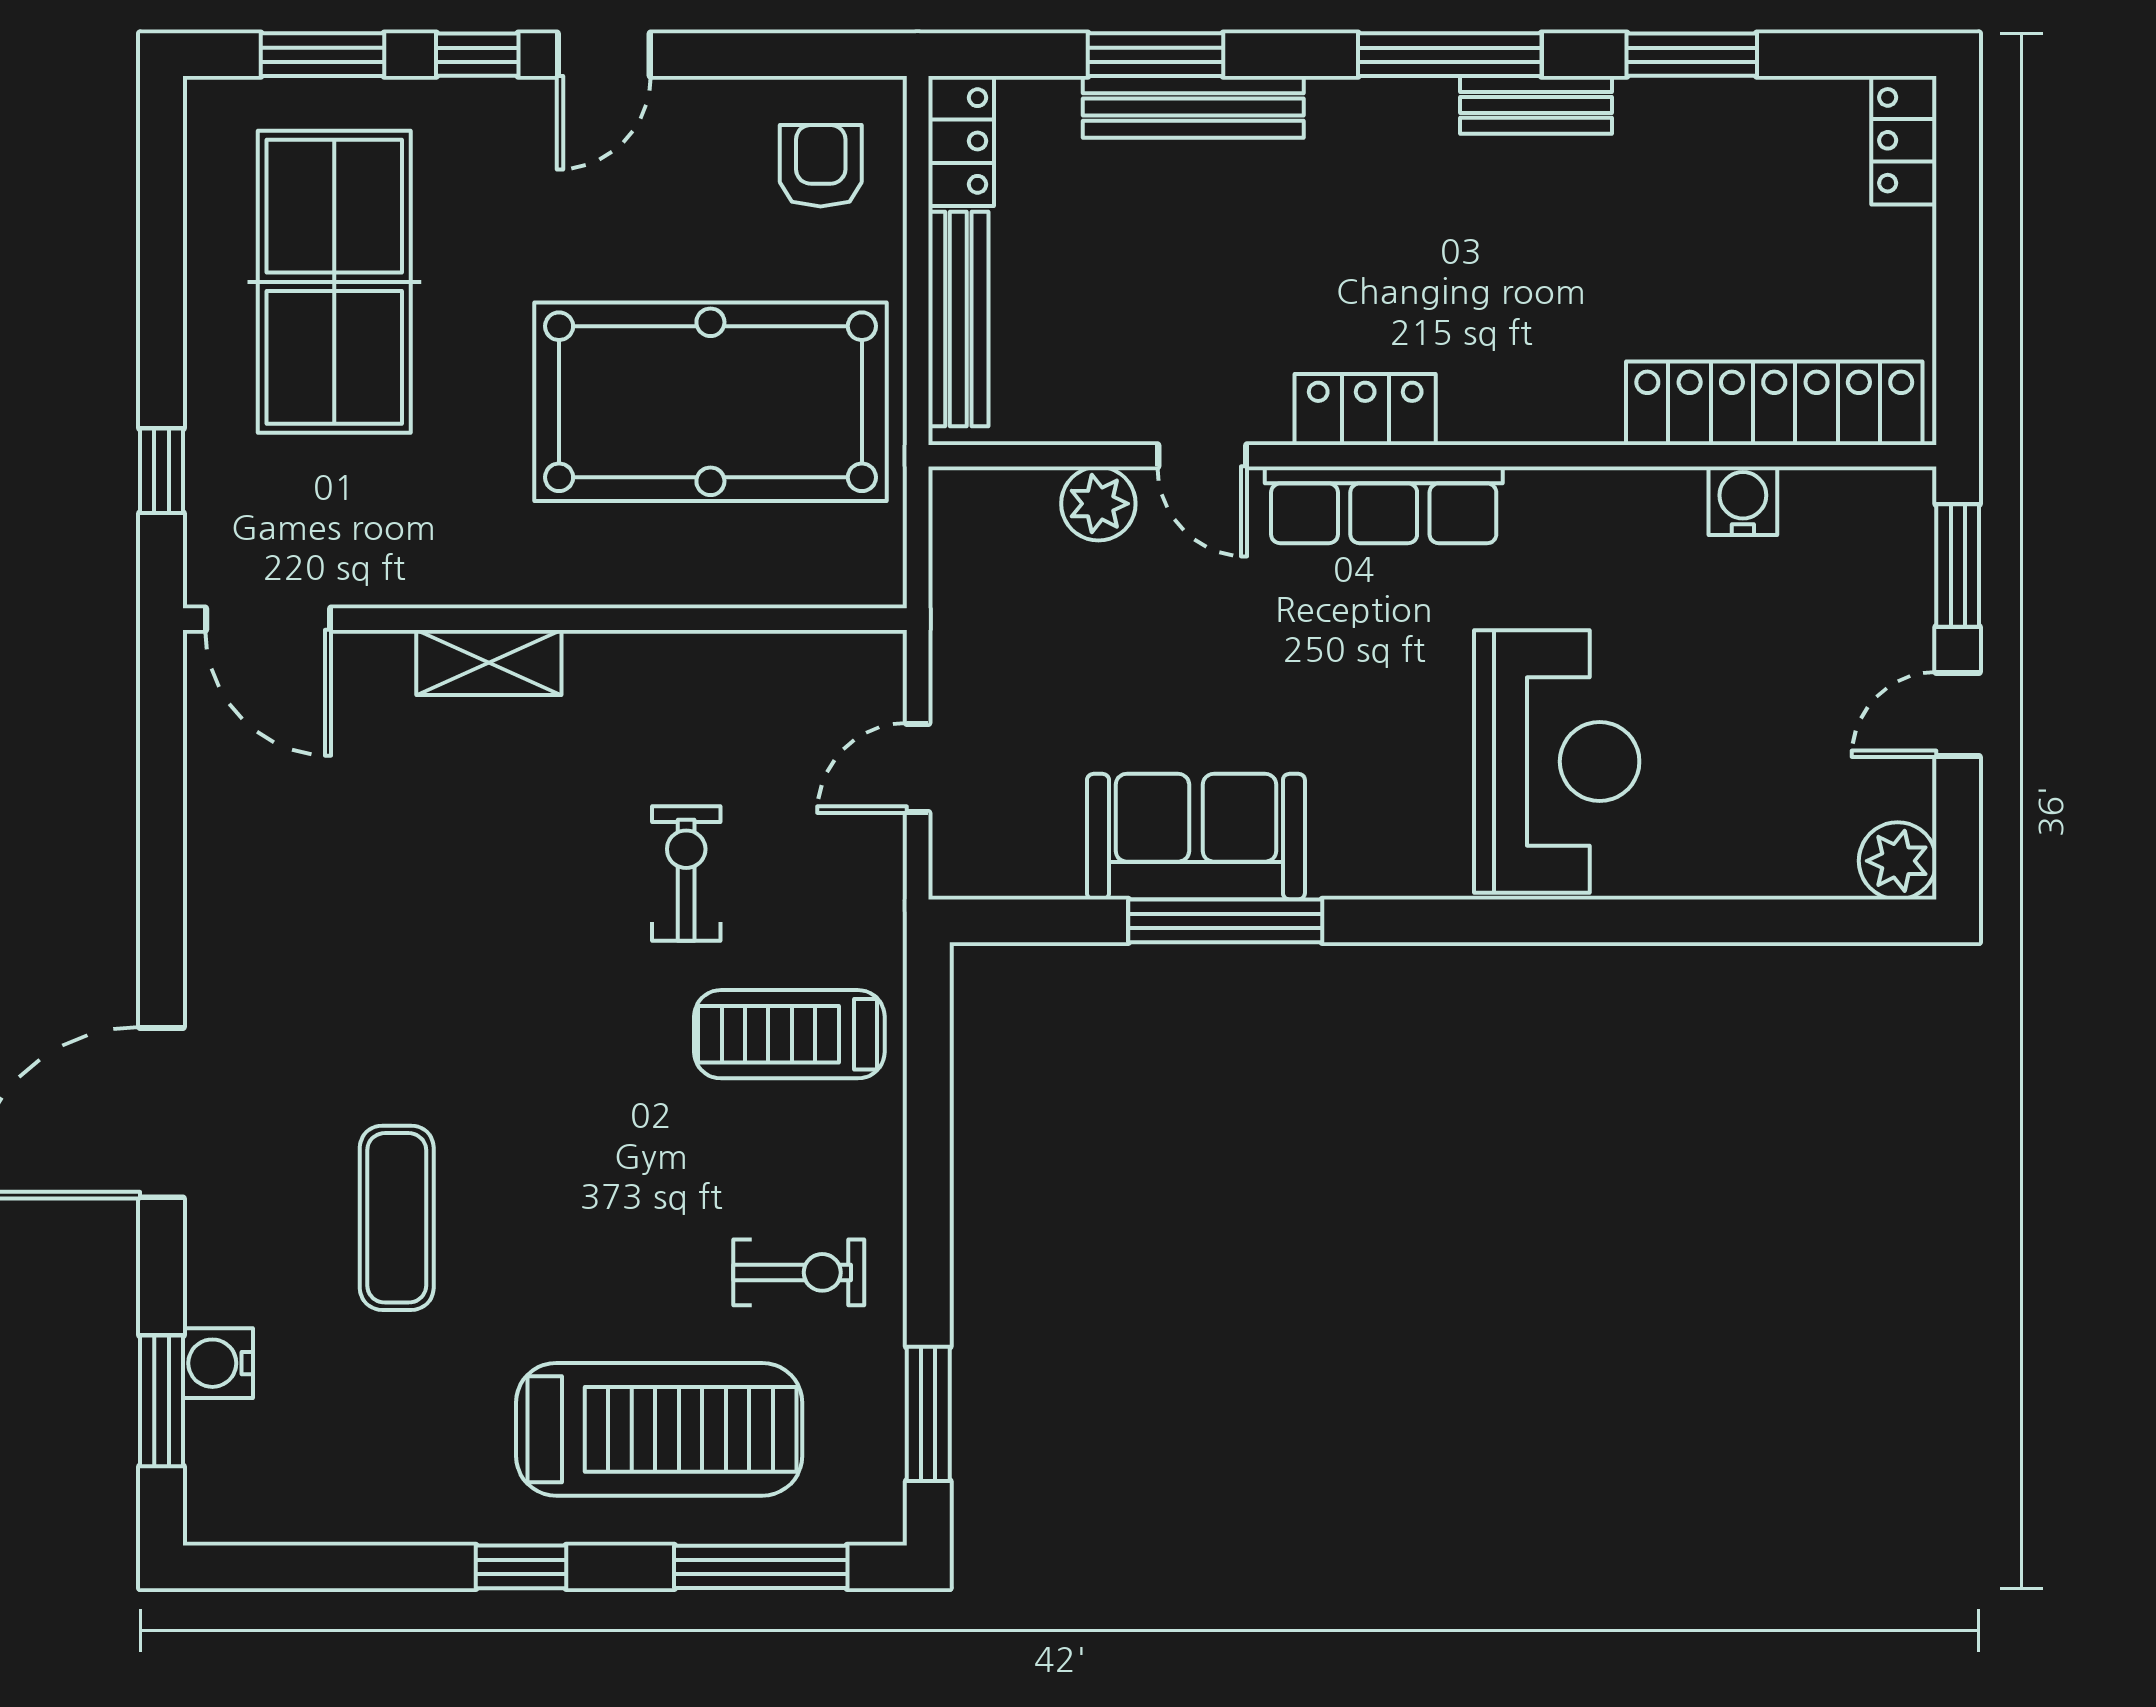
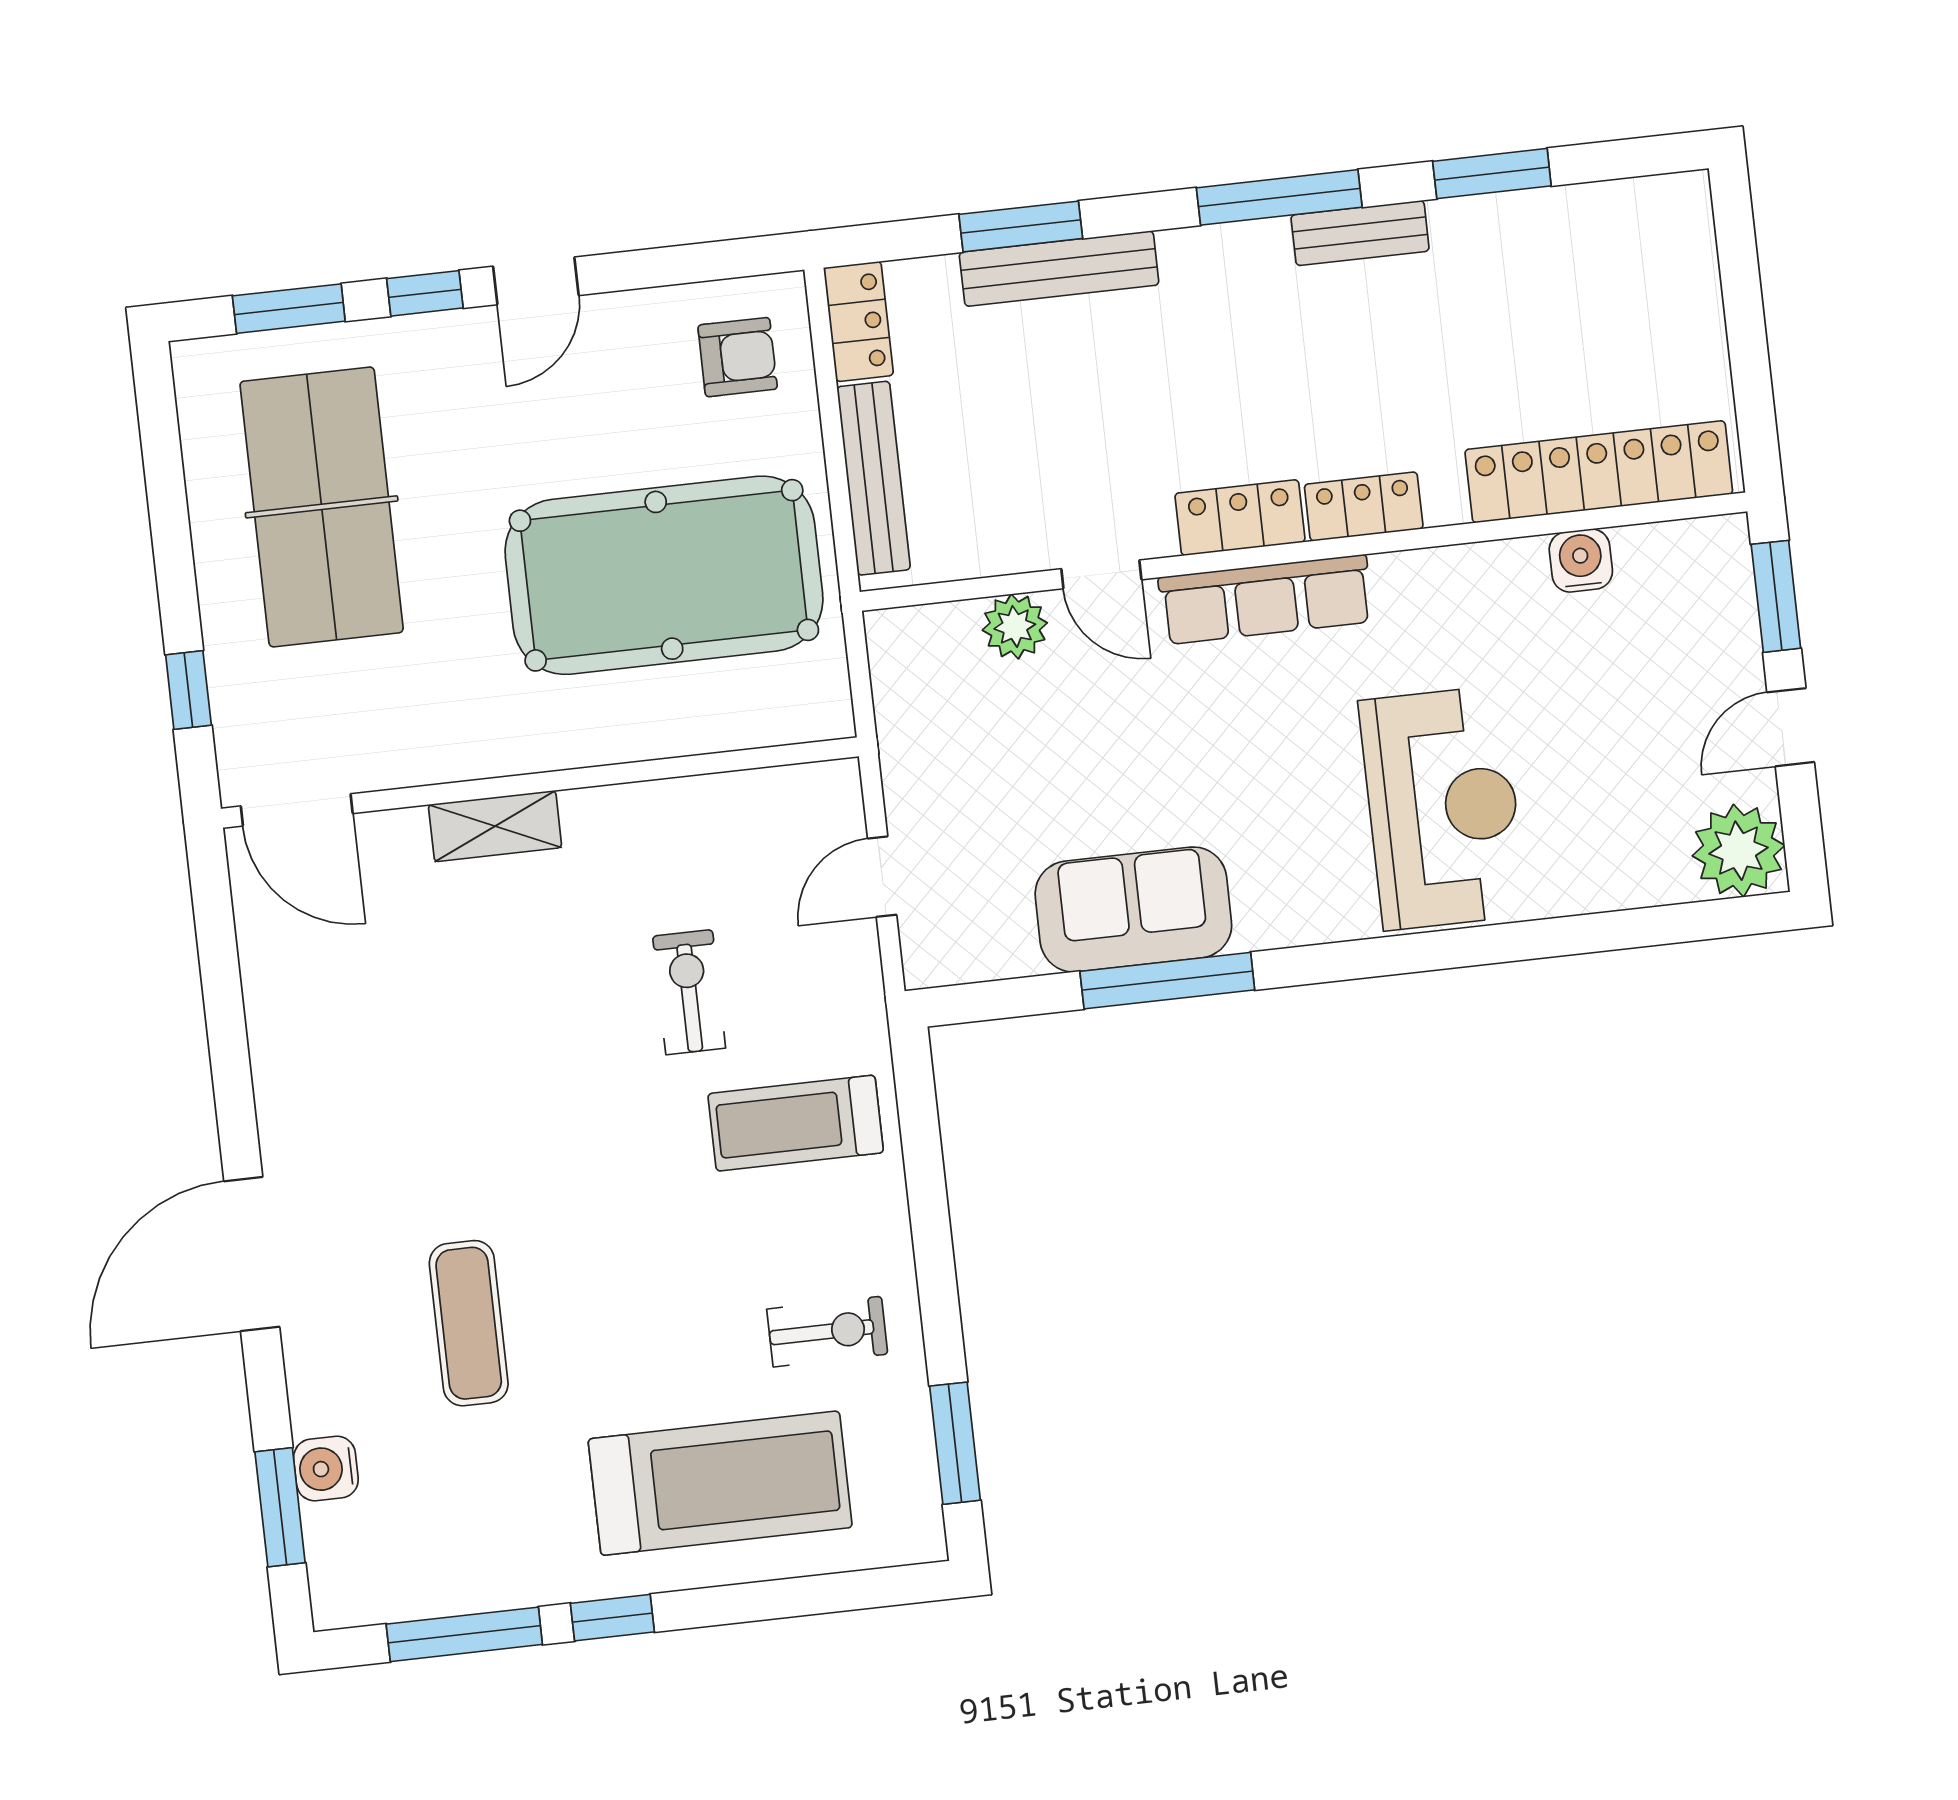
locker: (1904, 140) -> (1364, 506), moved, turned 90
armchair: (821, 166) -> (738, 357), turned 90
plant: (1898, 861) -> (1739, 851), width x1.36, depth x1.36
window: (761, 1567) -> (464, 1634), moved

